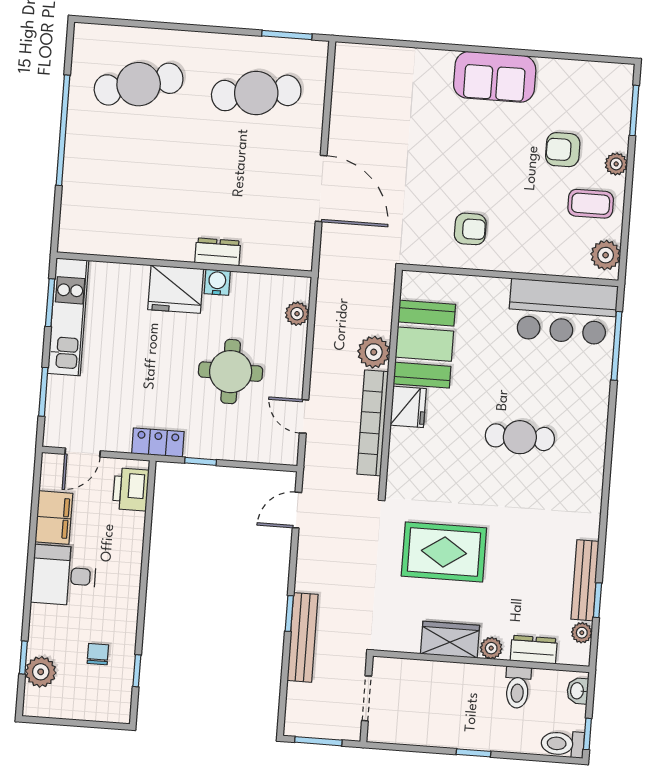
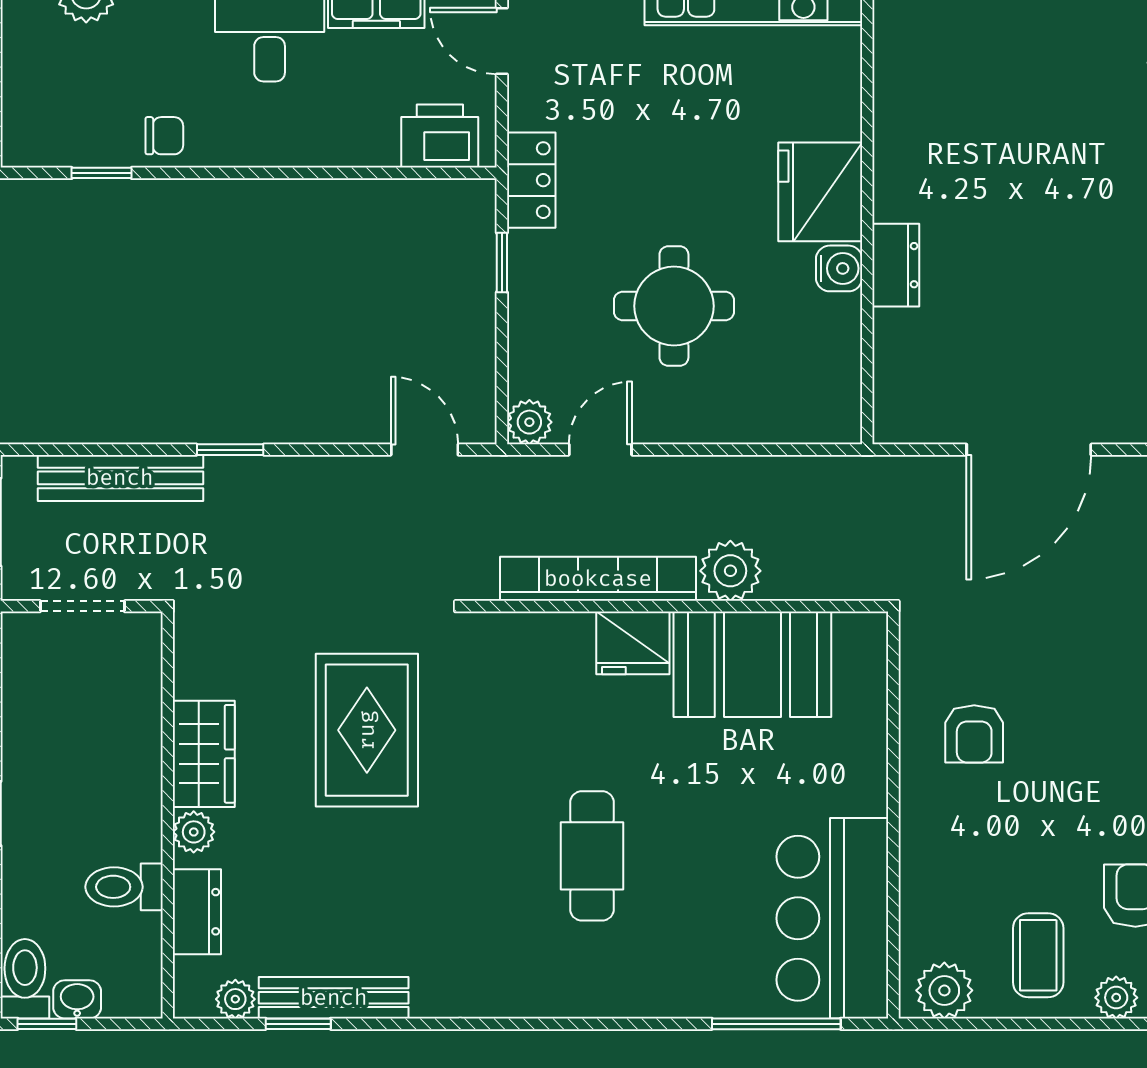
plant: (297, 314) -> (529, 422), moved
bench: (303, 637) -> (120, 478), moved
chair: (98, 654) -> (164, 136), moved
washbasin: (578, 691) -> (77, 999), moved

